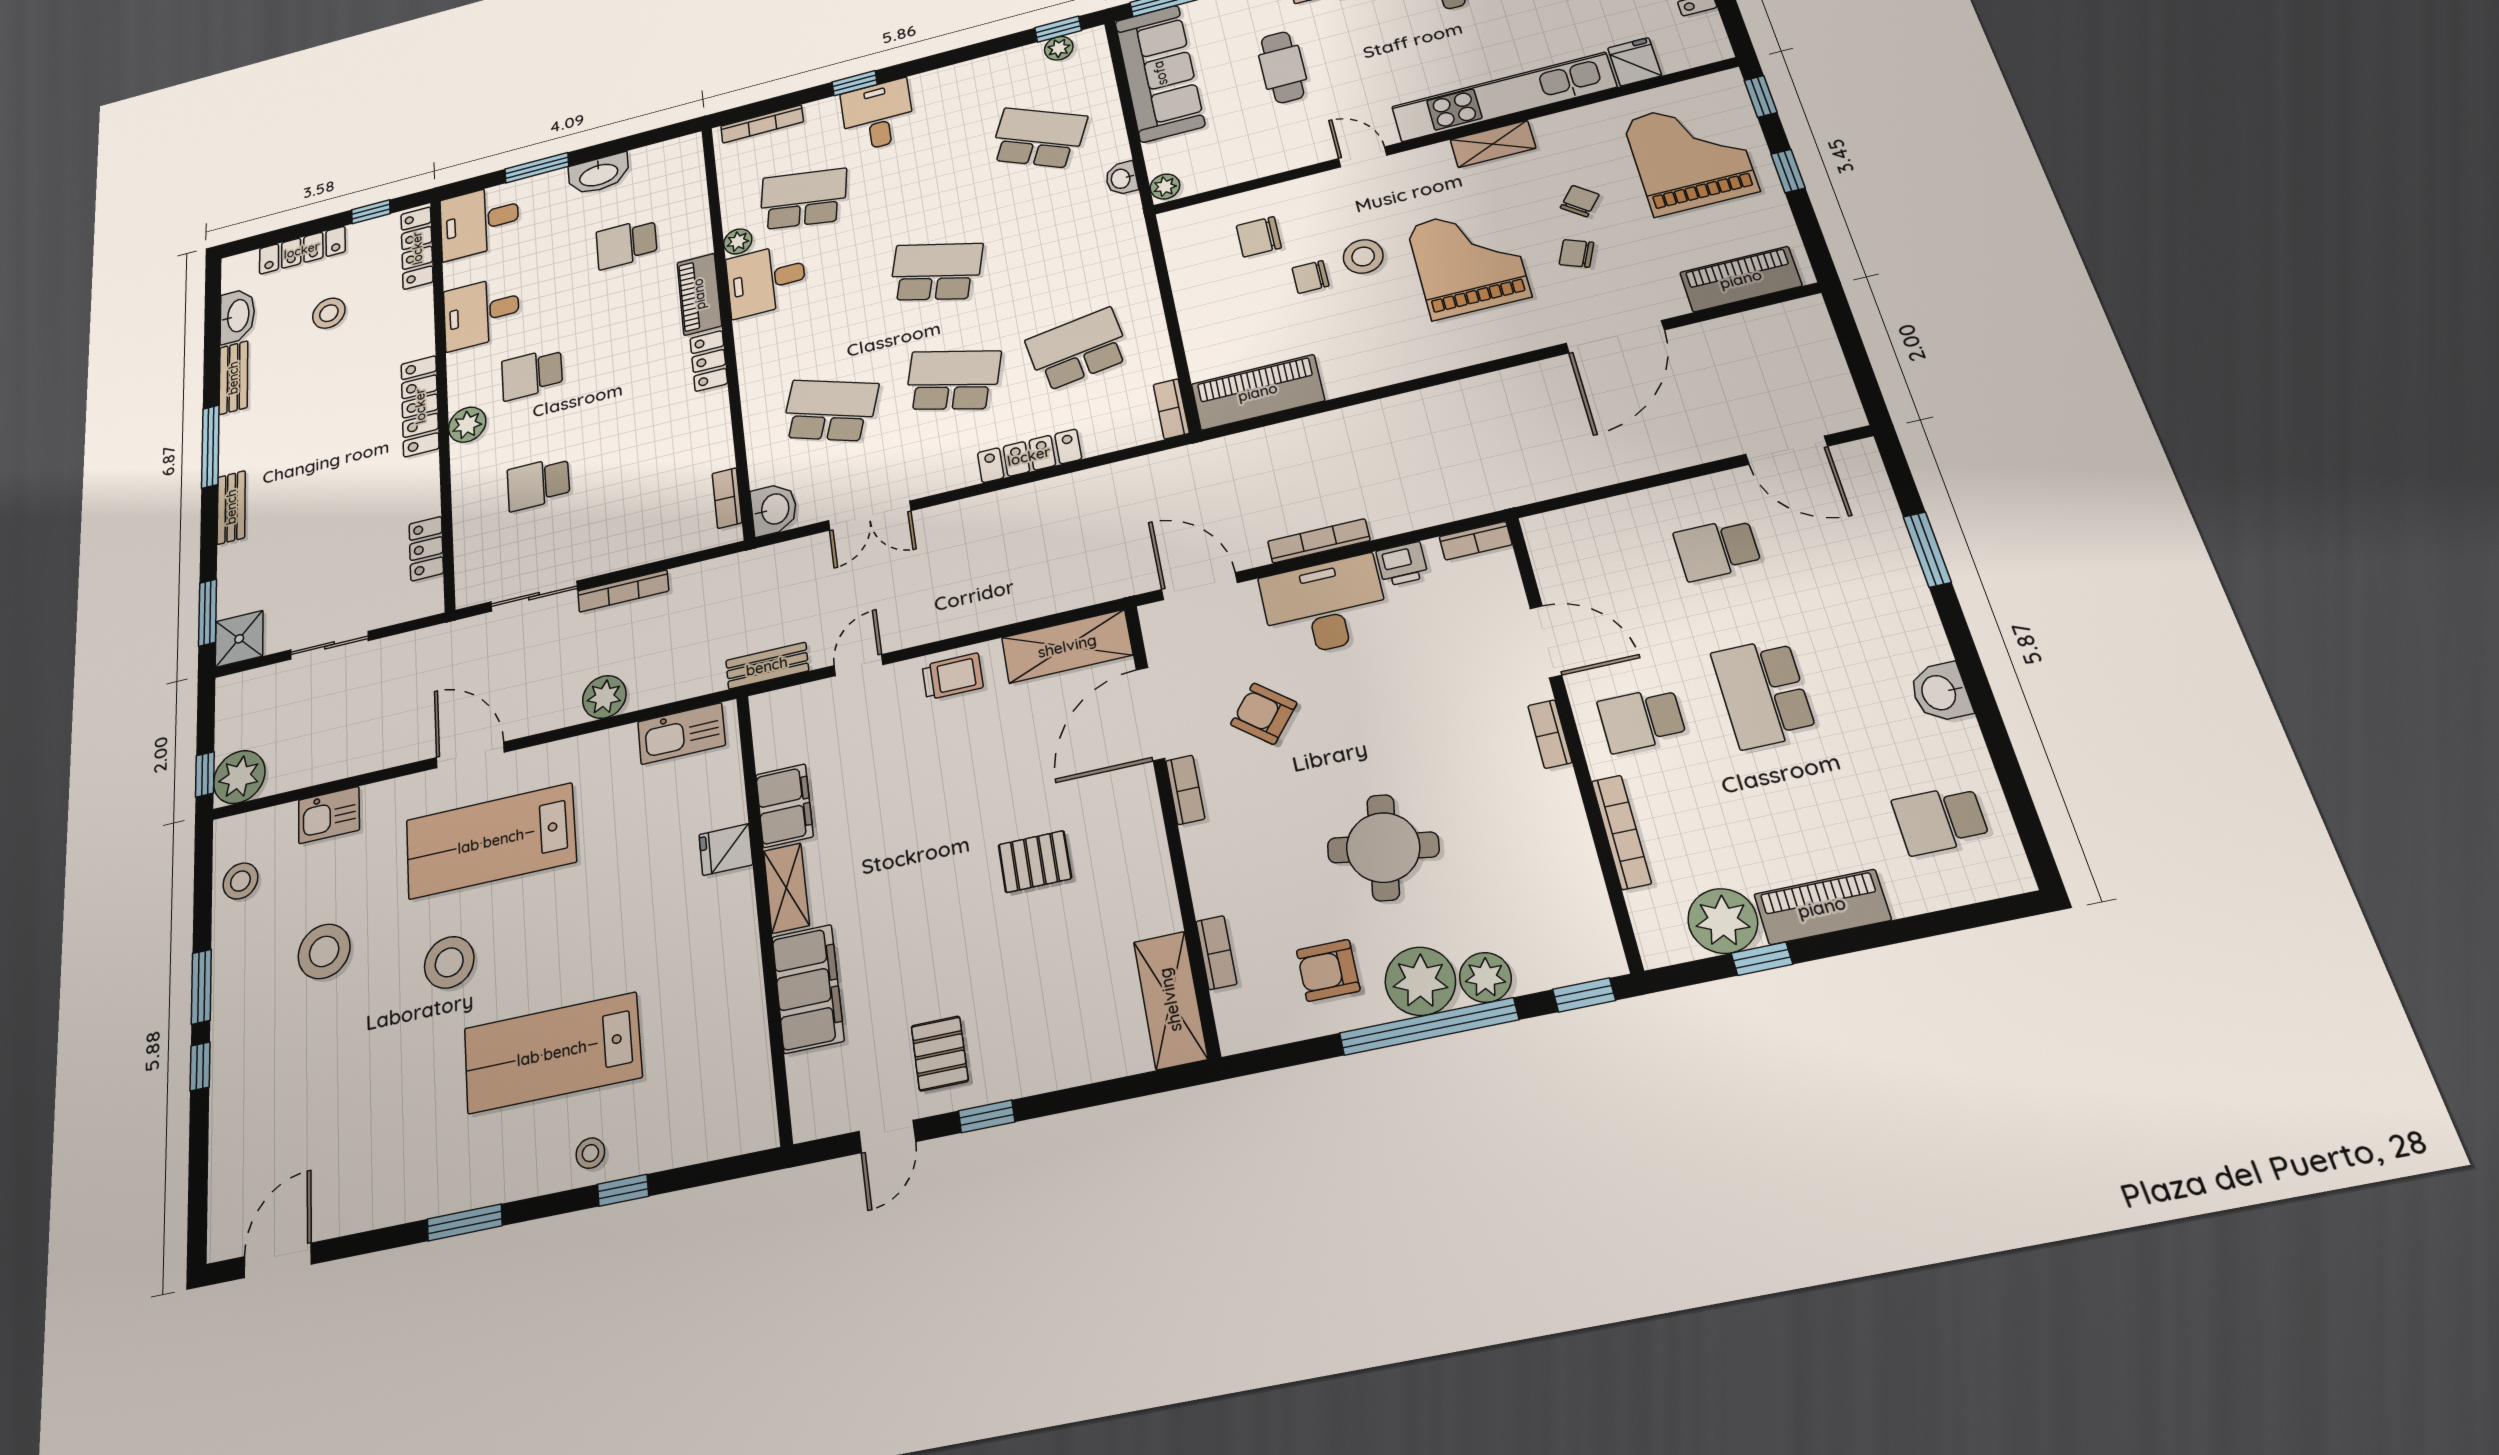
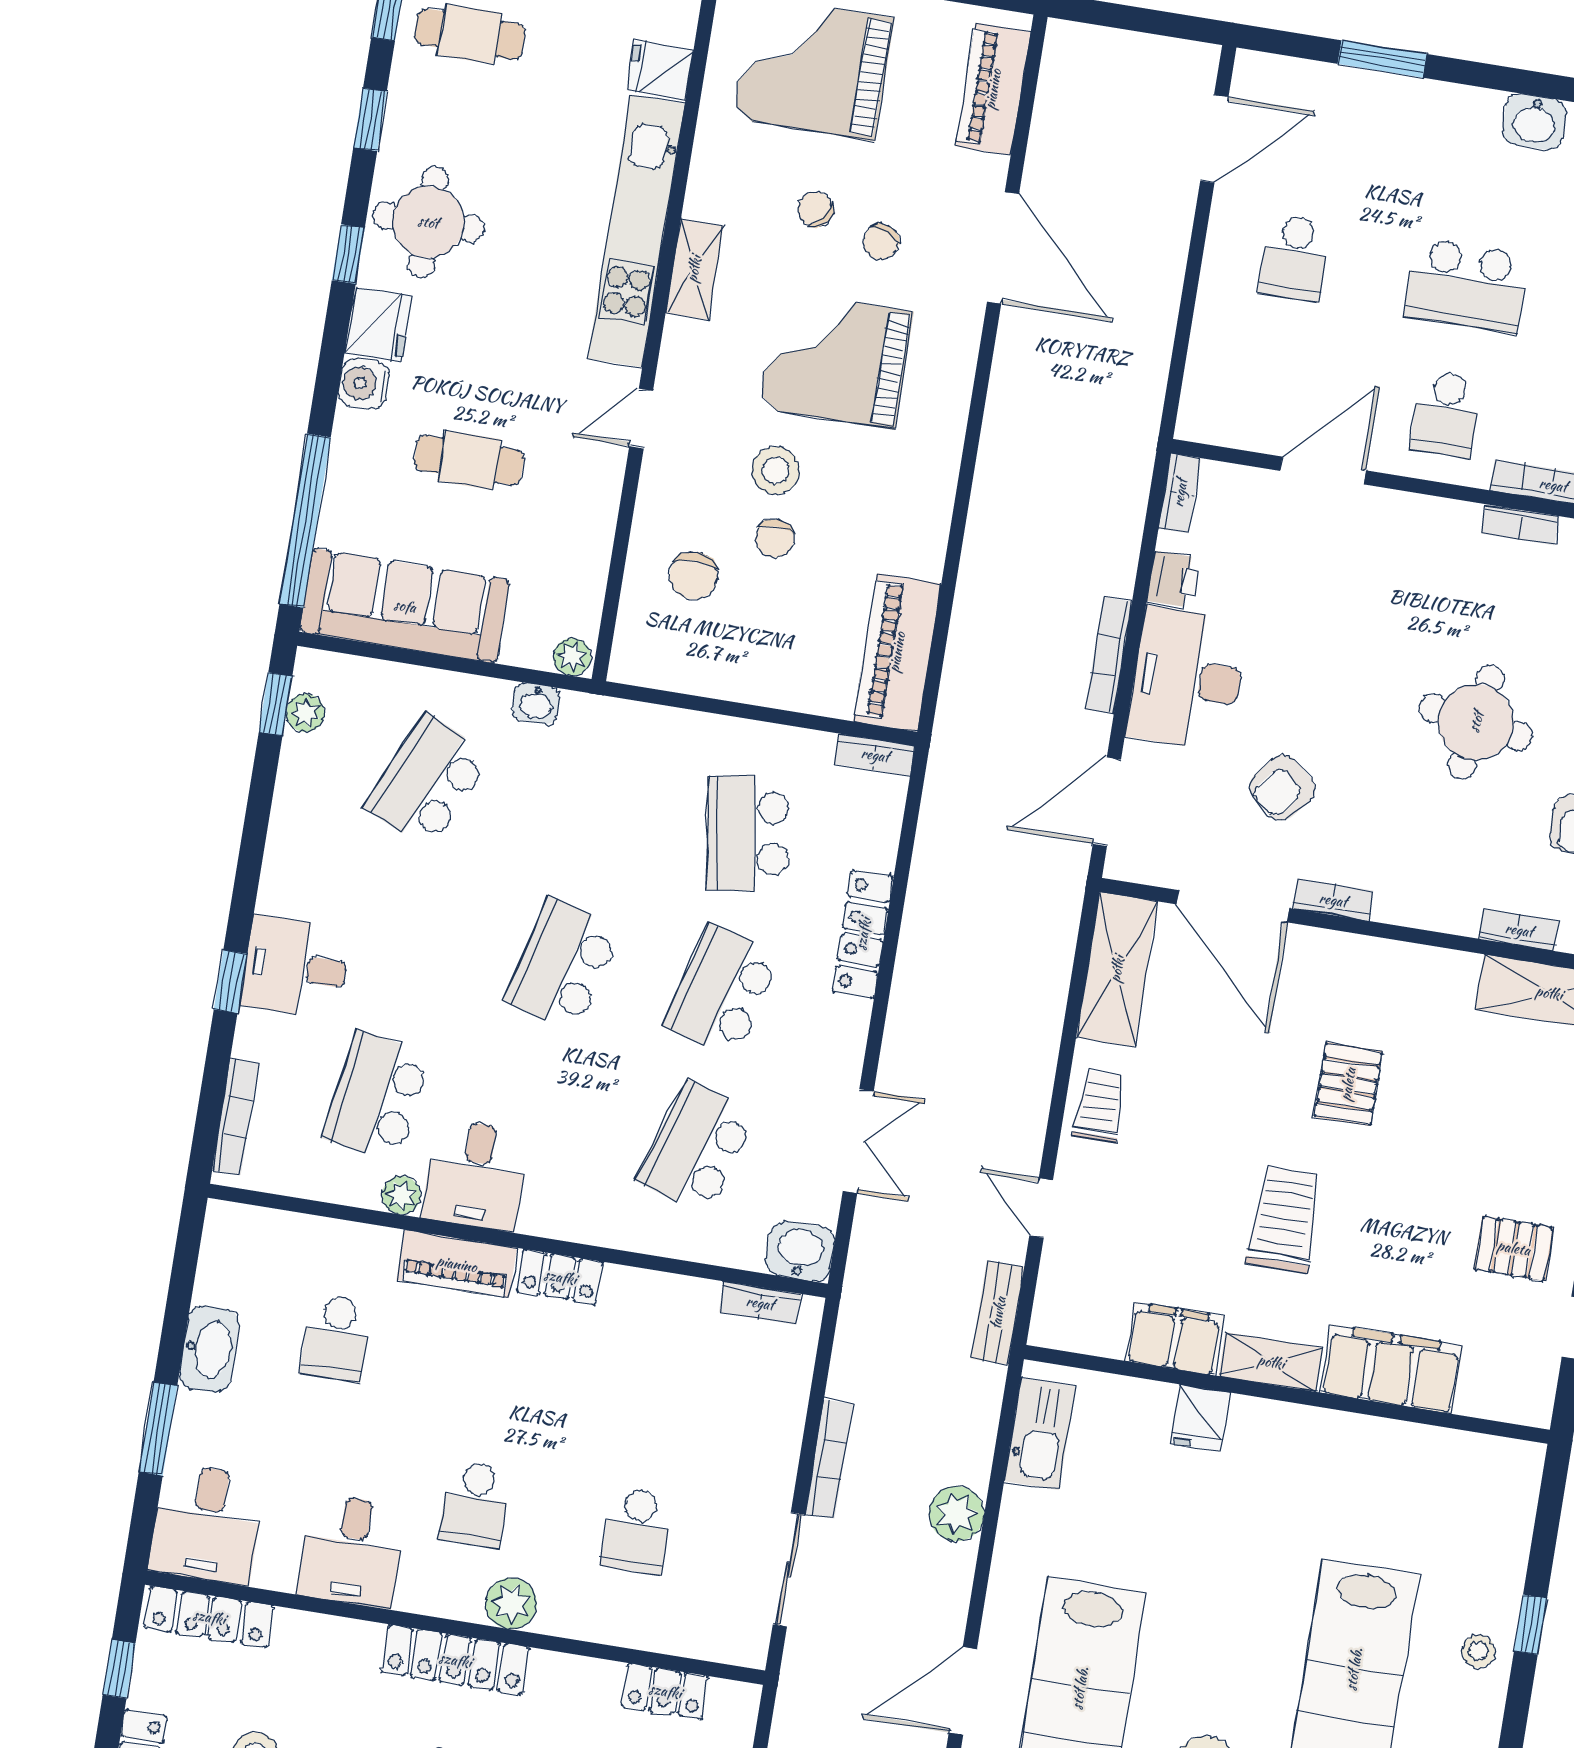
bookcase: (1550, 734) -> (1520, 525), moved
trolley: (906, 854) -> (1284, 1220), added

